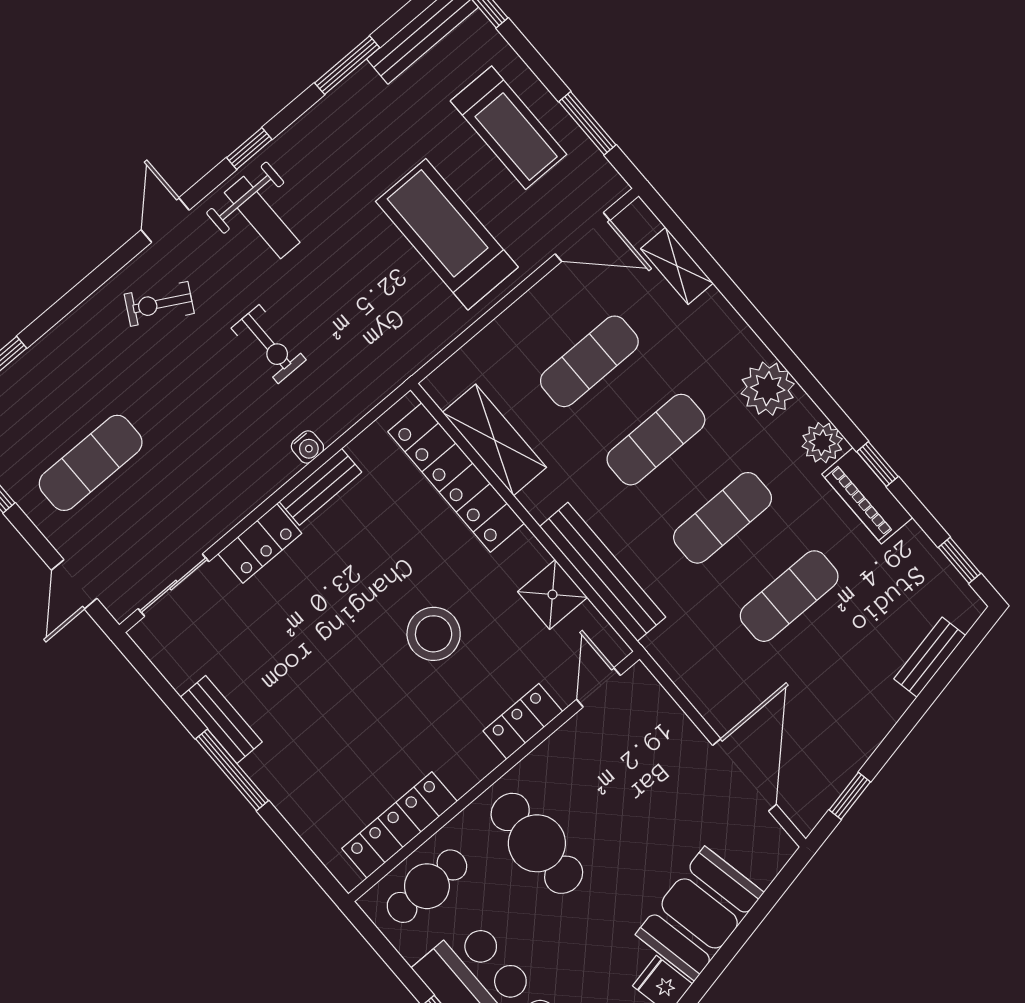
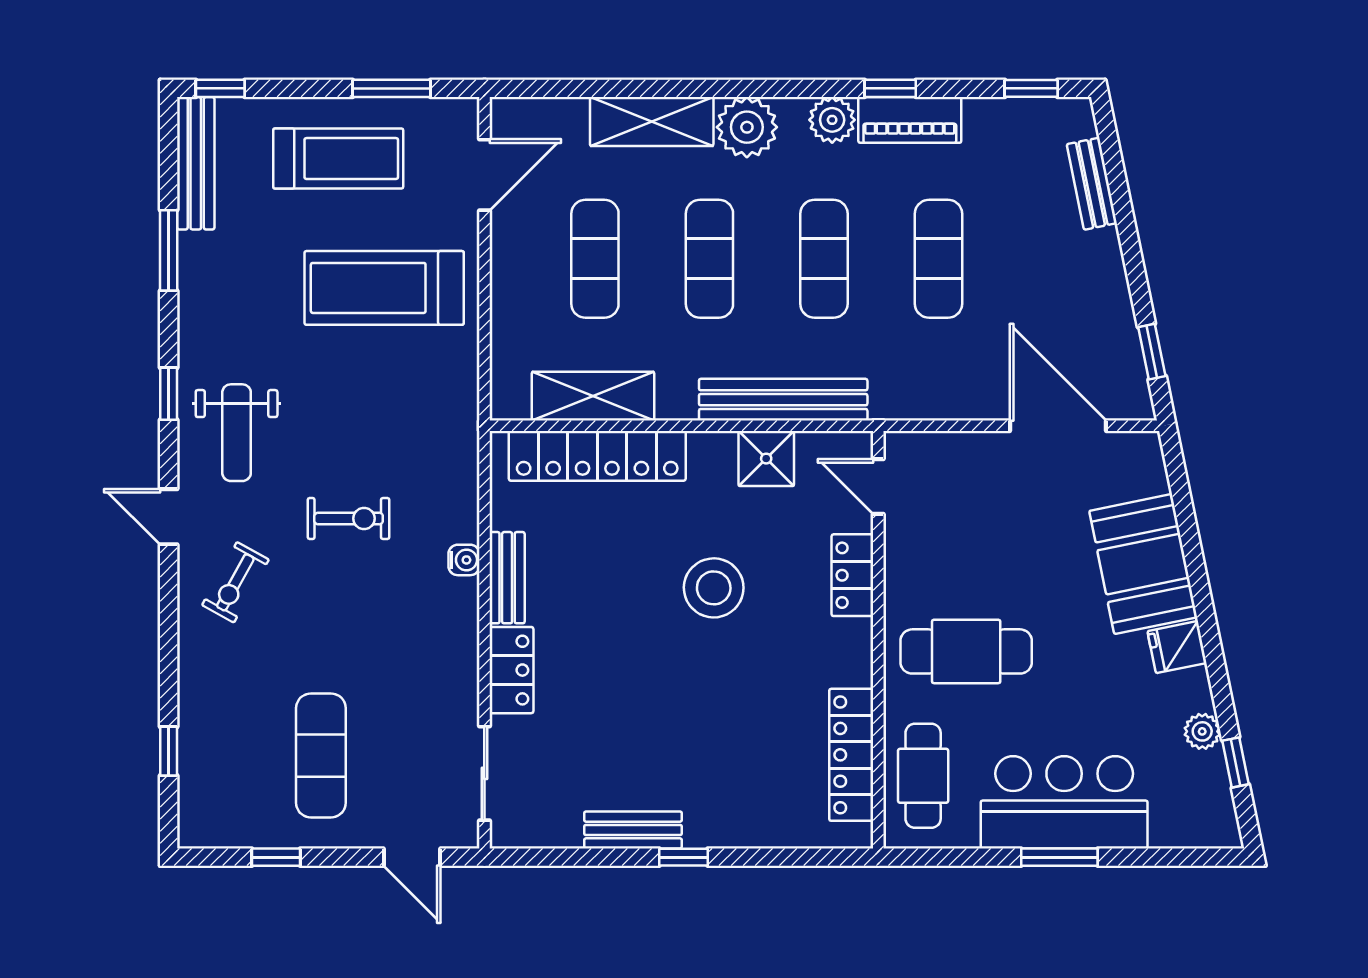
weight bench: (262, 218) -> (237, 433), turned 90
shelving: (677, 266) -> (652, 122), moved, width x1.50, depth x1.33
window: (232, 770) -> (684, 857), width x0.46

